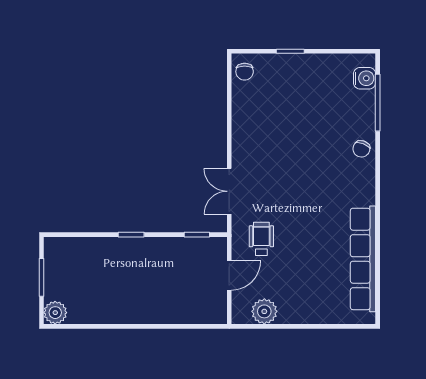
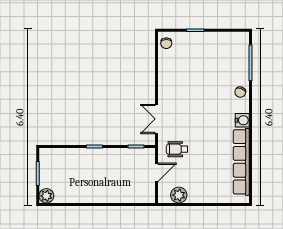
water cooler: (365, 78) -> (242, 120), moved
wheelchair: (261, 239) -> (177, 149), turned -90

